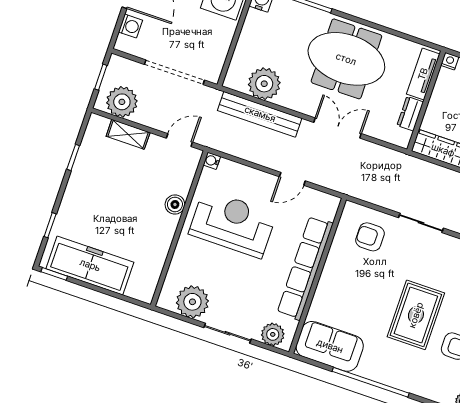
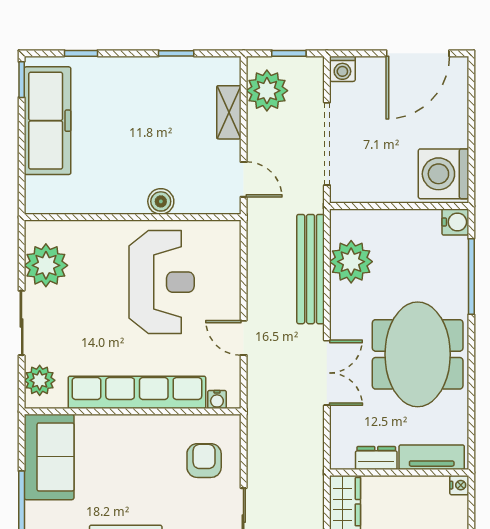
washing machine: (131, 26) -> (342, 69), moved
water cooler: (212, 161) -> (217, 399), moved, turned 180

